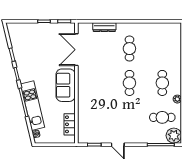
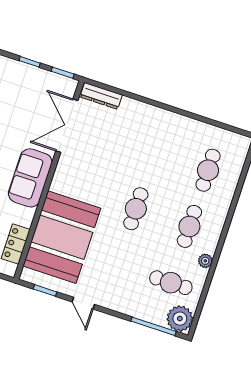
dresser: (104, 27) -> (101, 96), moved
cafe table: (129, 49) -> (208, 170), moved
booth: (94, 112) -> (62, 237), added

